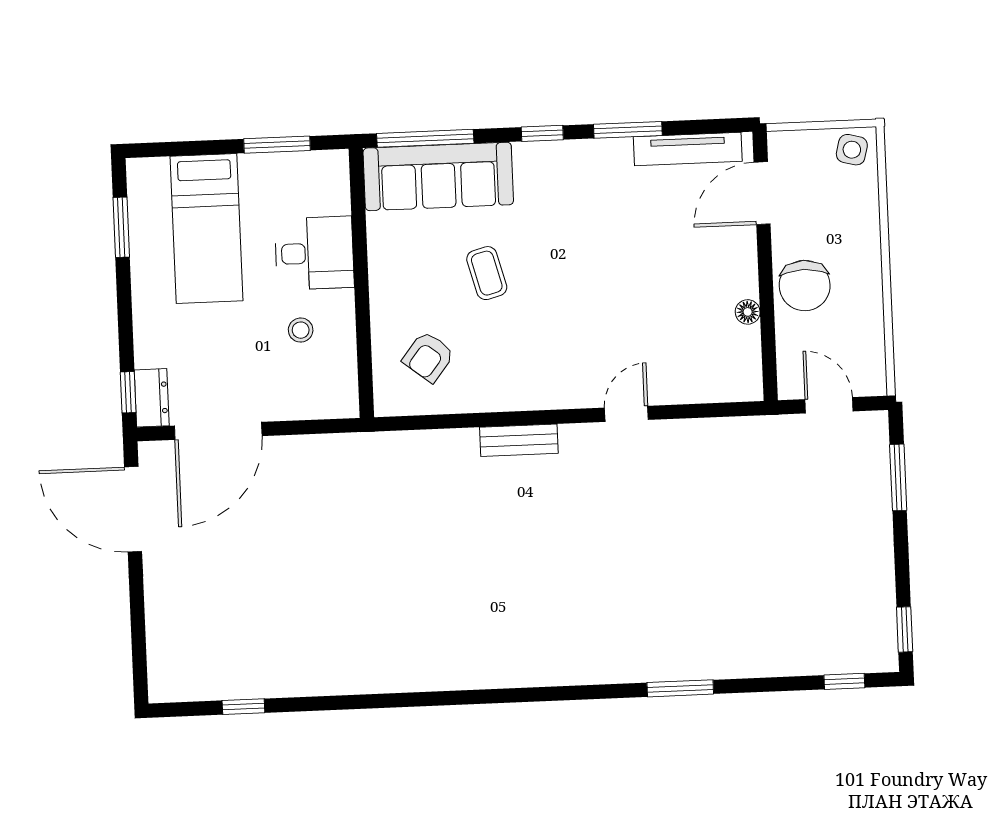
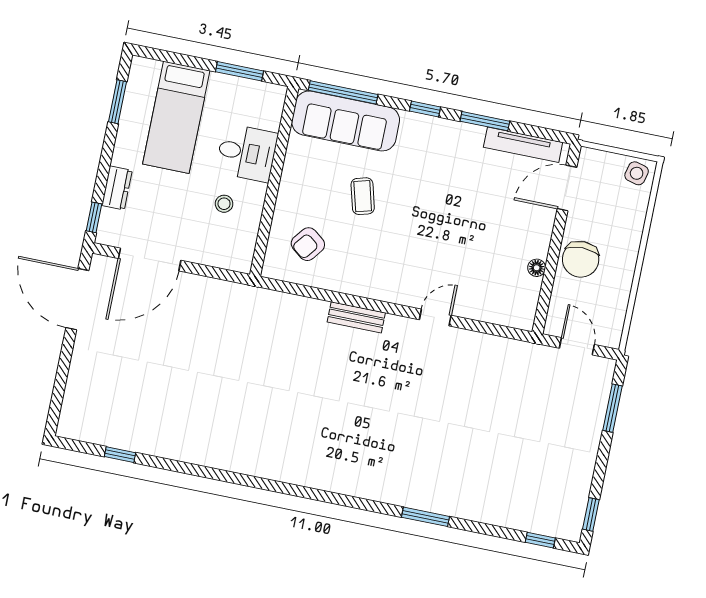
dresser: (152, 398) -> (117, 188), moved

